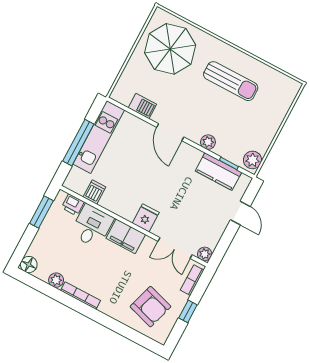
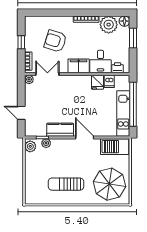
barbecue: (142, 106) -> (115, 147), width x1.88, depth x1.53
plant: (208, 142) -> (46, 143), moved
window: (78, 143) -> (133, 104), width x1.46
kitchen counter: (218, 172) -> (60, 130), moved
window: (41, 212) -> (133, 38), moved
fridge: (146, 218) -> (98, 82), moved
plant: (56, 280) -> (109, 25), width x1.88, depth x1.88
armchair: (150, 307) -> (55, 41), moved

